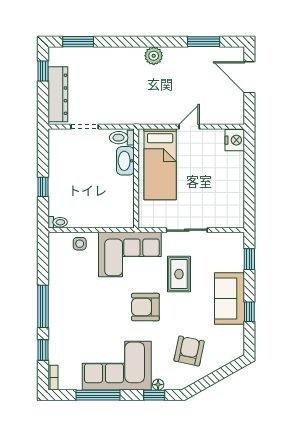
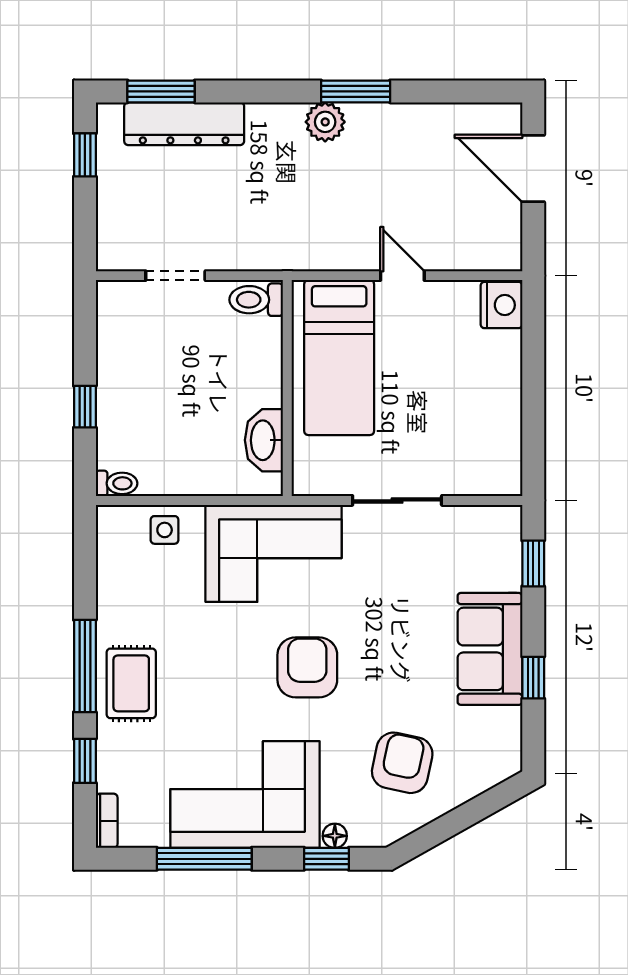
window: (204, 42) -> (356, 91), moved
dresser: (58, 94) -> (184, 124), moved, turned 90
door: (189, 127) -> (402, 276), hinge flipped
washbasin: (125, 161) -> (264, 440), moved
rug: (179, 274) -> (131, 683), moved
armchair: (145, 307) -> (307, 667), turned 90

